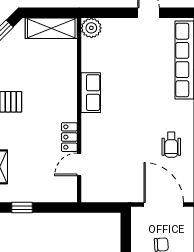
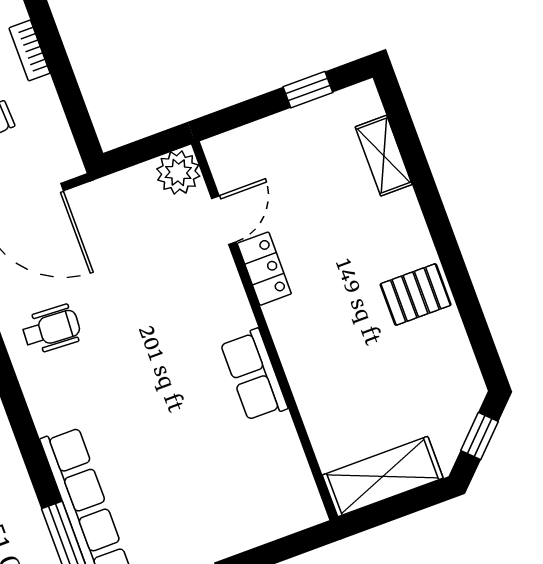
plant: (91, 28) -> (178, 172), moved
wheelchair: (171, 145) -> (51, 329), turned 93

